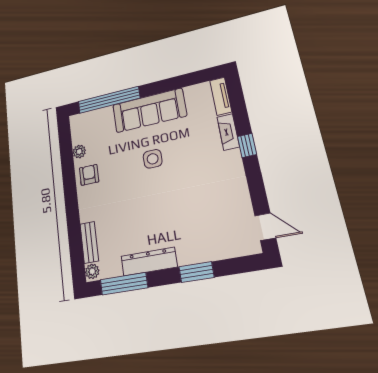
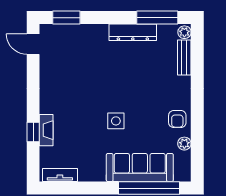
tv unit: (221, 96) -> (60, 175), moved, turned -90
sofa: (149, 110) -> (140, 167), moved
window: (247, 145) -> (33, 132), moved
window: (196, 272) -> (66, 18), moved

